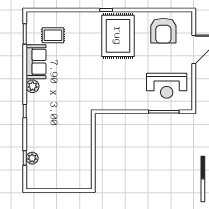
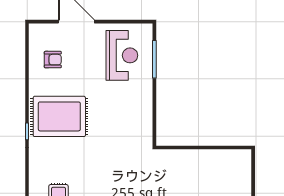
armchair: (163, 31) -> (53, 60), width x0.53, depth x0.53

